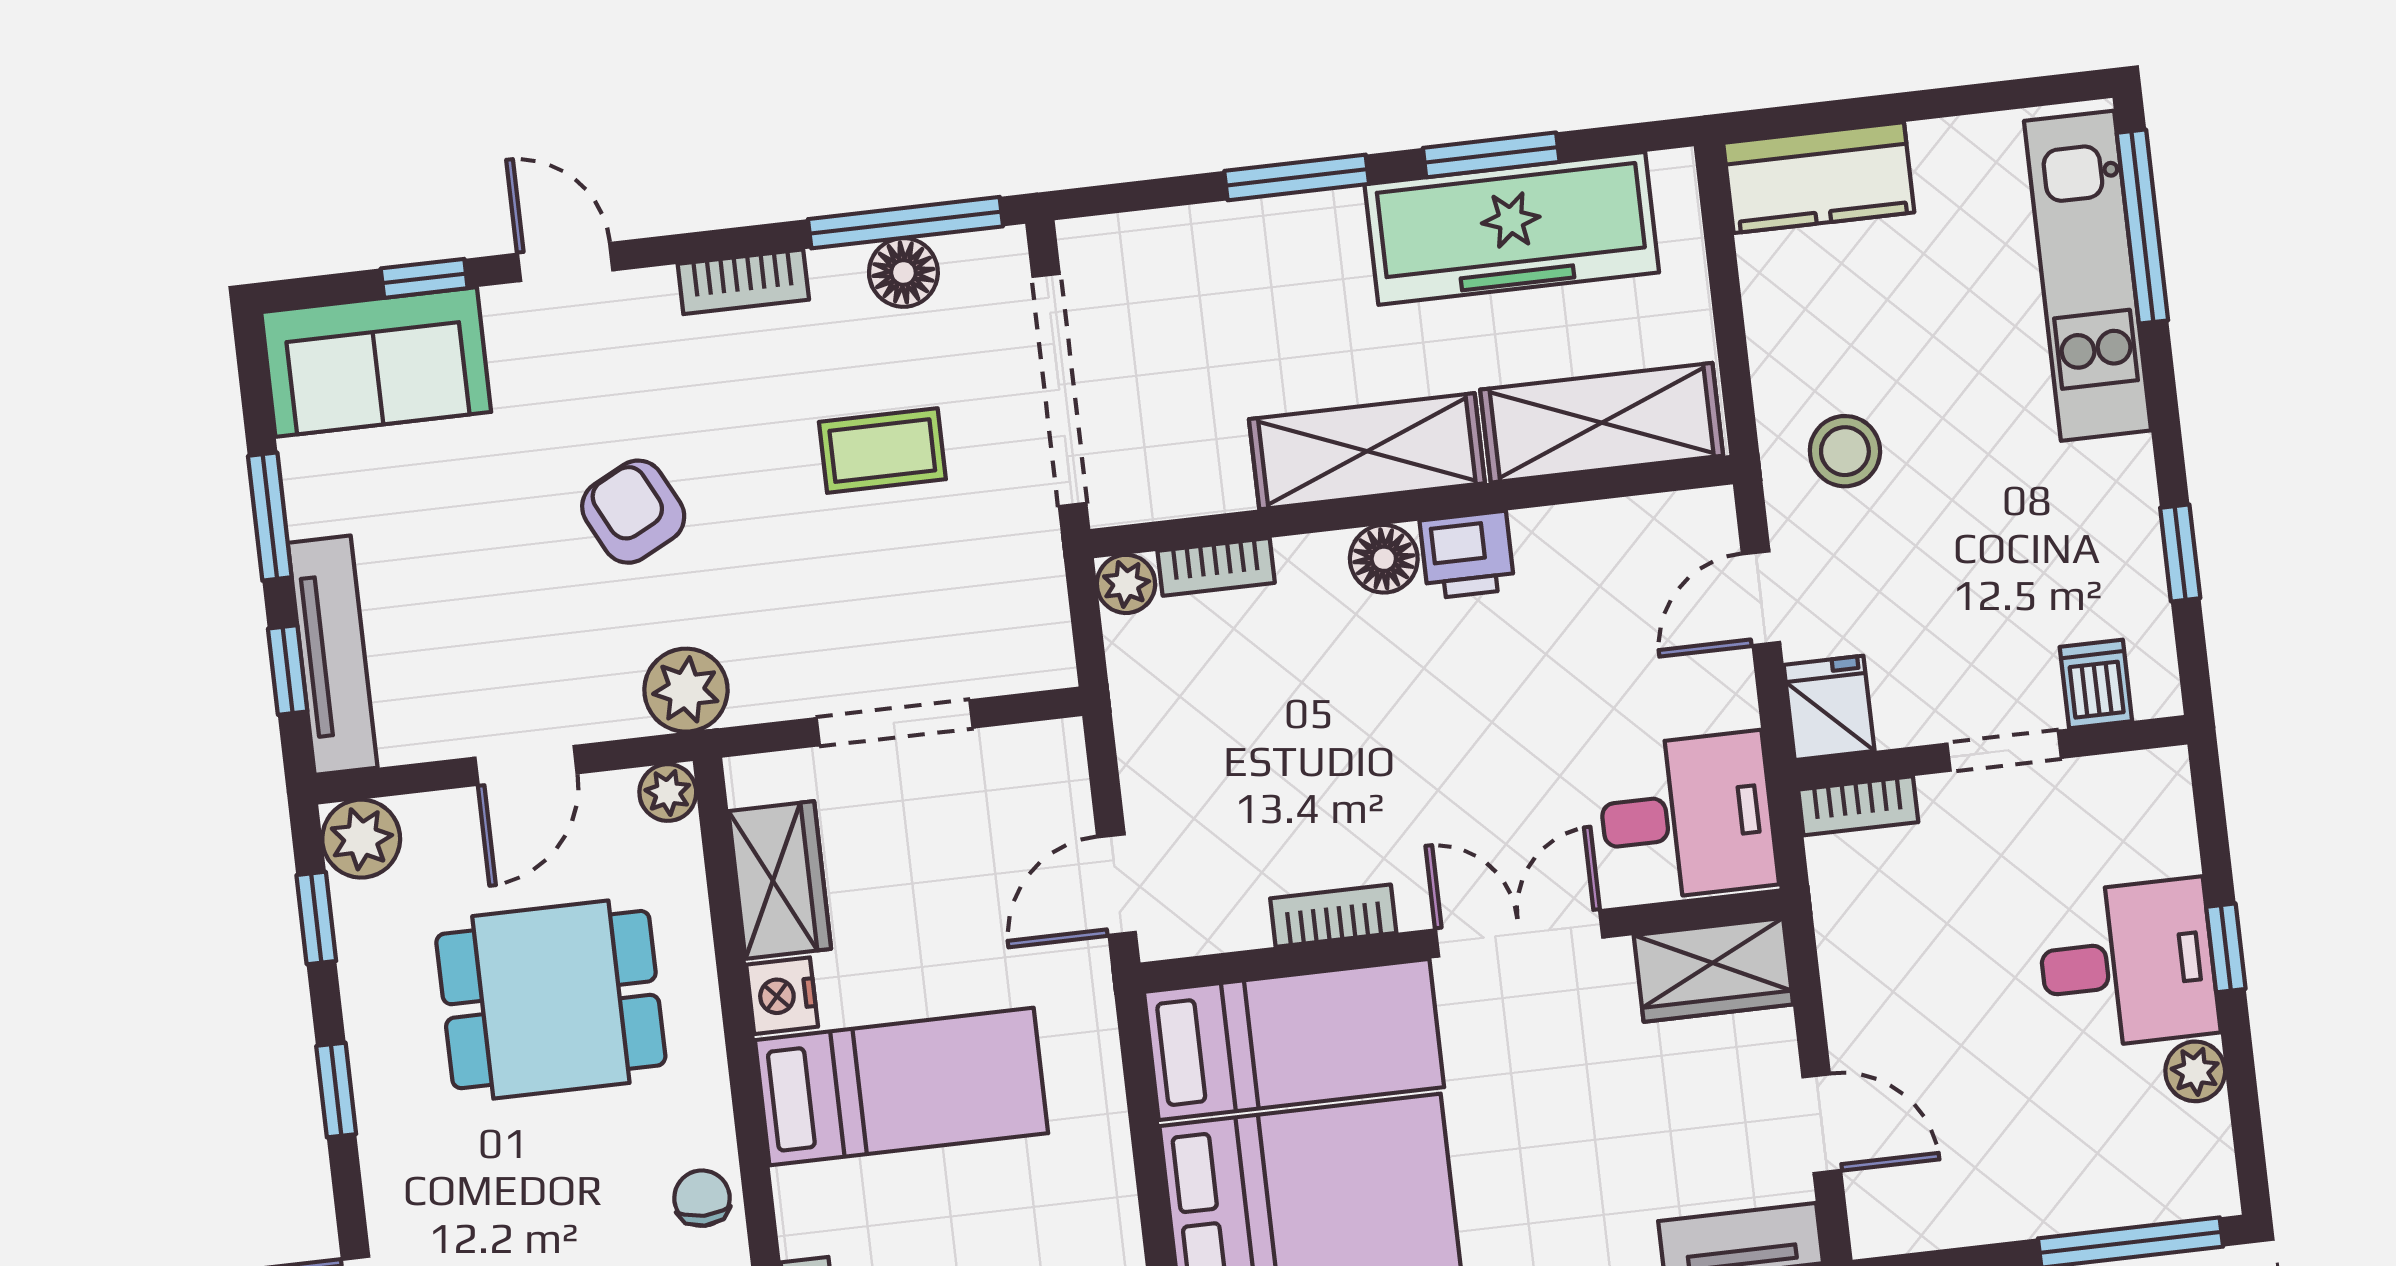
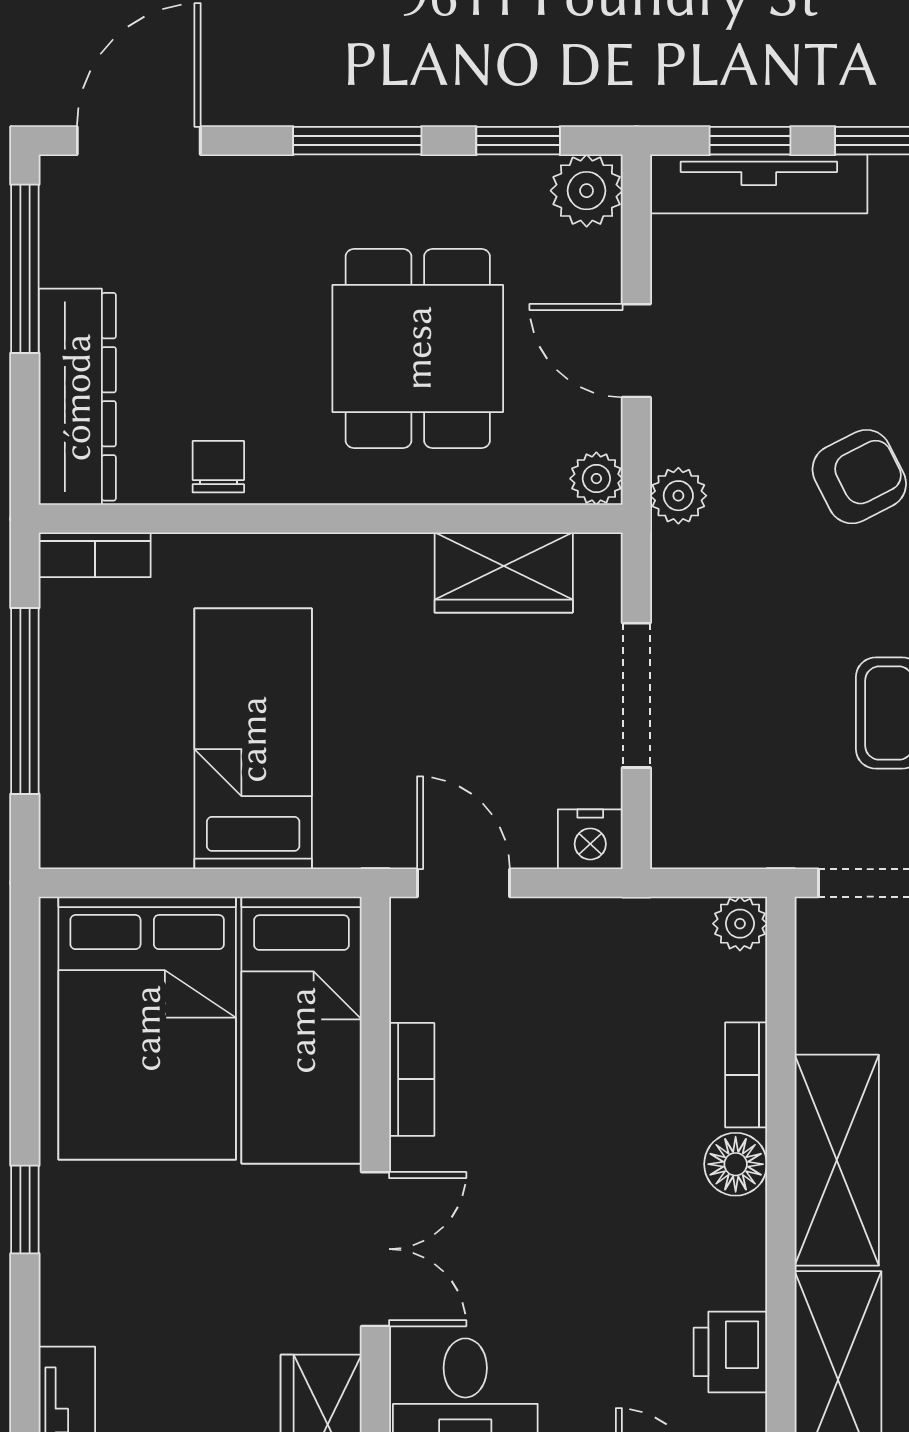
printer: (1467, 555) -> (730, 1352), moved
bookcase: (1216, 567) -> (746, 1075), moved
plant: (686, 690) -> (678, 496), width x0.73, depth x0.73
nightstand: (782, 996) -> (590, 839), moved, turned 180
bed: (901, 1087) -> (253, 739), moved, turned 180
window: (336, 1090) -> (357, 141), width x1.50
chair: (702, 1198) -> (218, 467), turned -90

